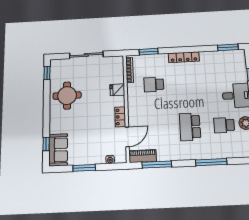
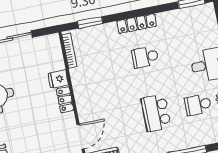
school desk: (154, 84) -> (145, 57), moved
locker: (120, 117) -> (65, 100), moved

